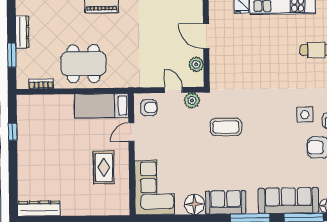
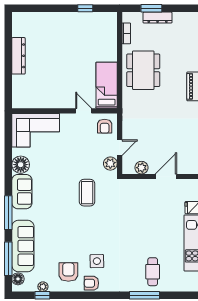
dresser: (22, 32) -> (158, 18), moved
rug: (104, 167) -> (53, 87), removed
dresser: (39, 209) -> (18, 56), moved

